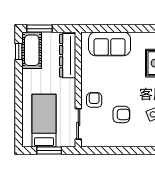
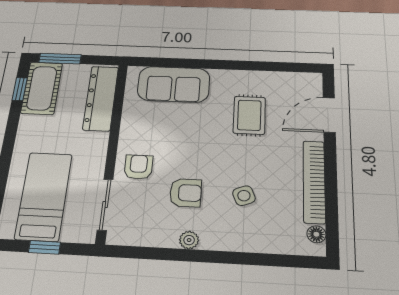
plant: (125, 142) -> (189, 240), added
window: (49, 151) -> (45, 247), width x0.67

